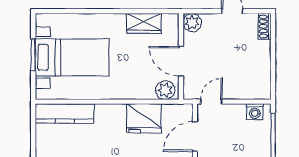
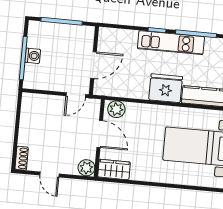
wardrobe: (144, 23) -> (114, 170), moved
washing machine: (255, 112) -> (33, 56), moved, turned 90
fridge: (144, 118) -> (166, 88), moved

